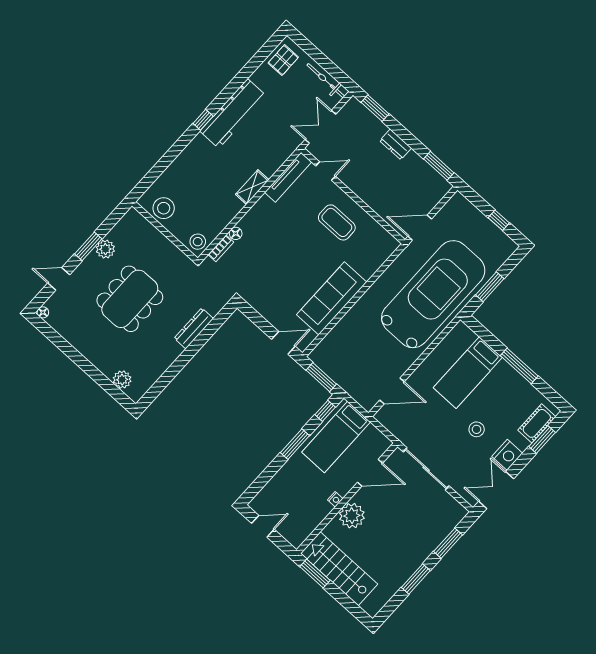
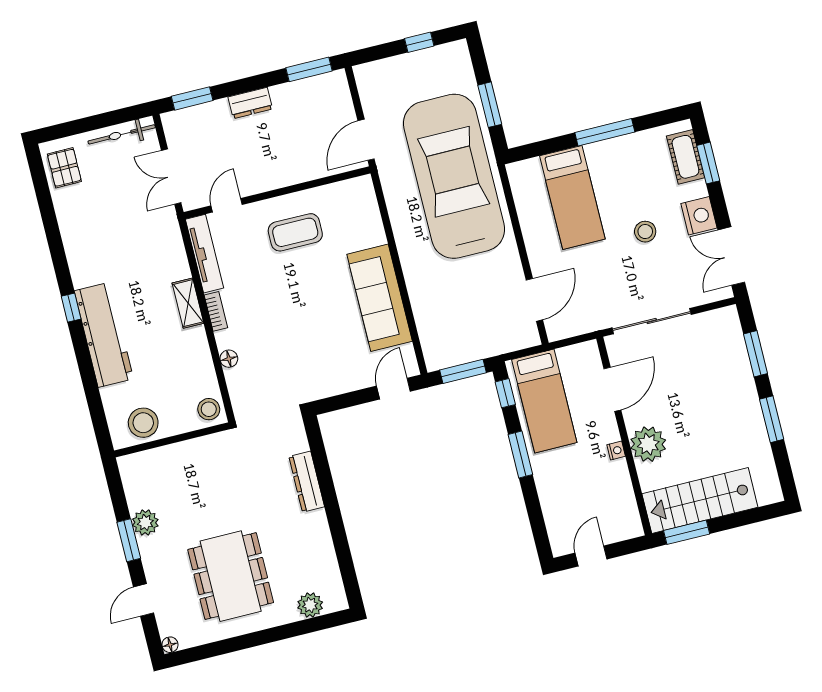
workbench: (233, 114) -> (104, 335), moved
bookcase: (221, 248) -> (216, 311), moved
dining table: (130, 299) -> (231, 576), moved

